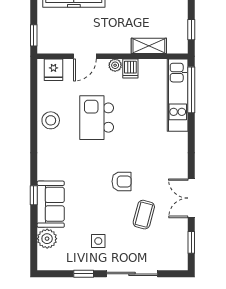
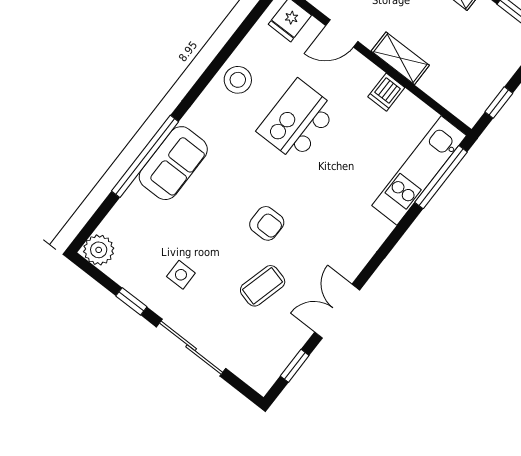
shelving: (149, 46) -> (400, 58), moved
plant: (115, 65) -> (370, 73), removed
window: (34, 195) -> (145, 156), width x3.17
sofa: (51, 204) -> (173, 163), moved
plant: (47, 239) -> (99, 250), moved

